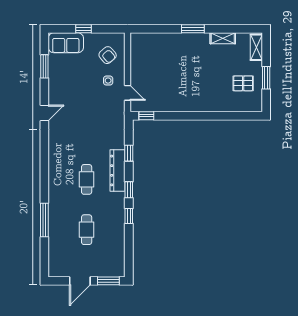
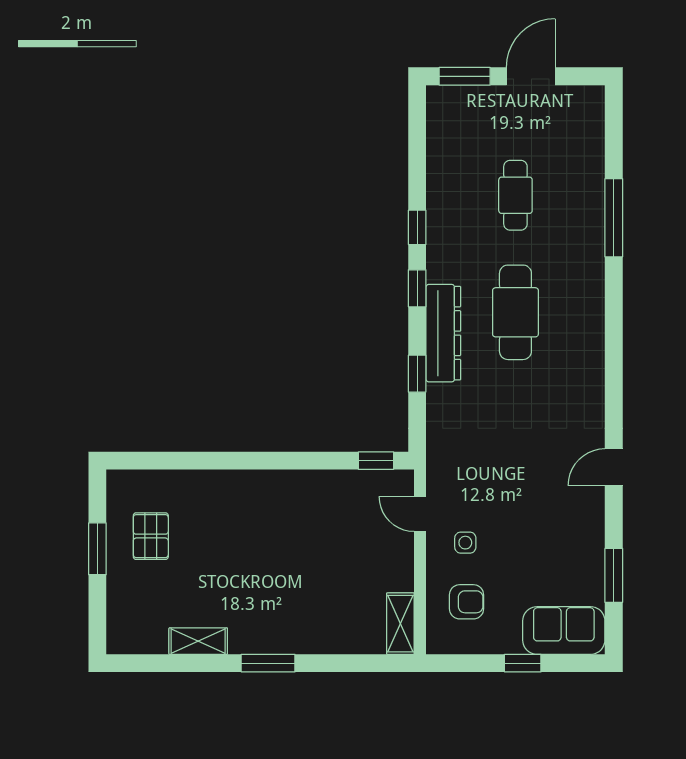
shelving: (256, 47) -> (400, 624), moved
armchair: (108, 55) -> (467, 602), turned 131
pallet: (243, 83) -> (151, 536), turned 90
cafe table: (87, 179) -> (515, 312), width x1.37, depth x1.35

